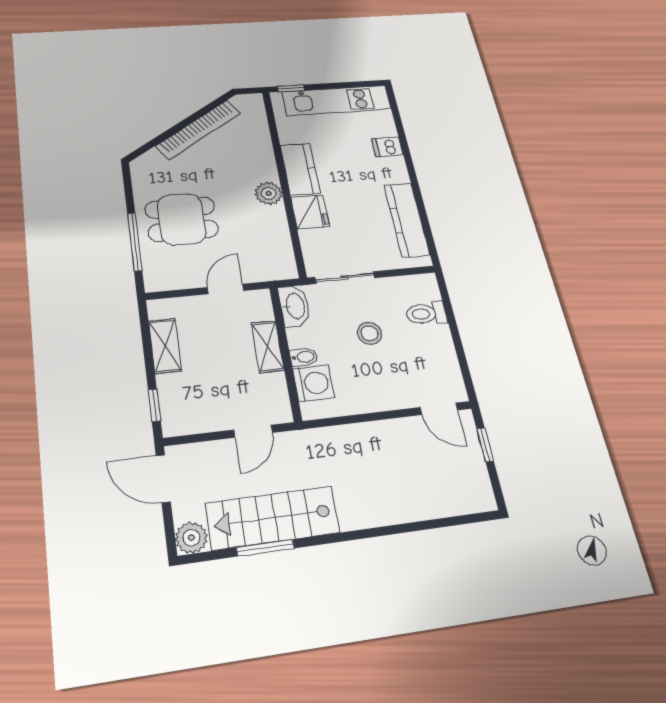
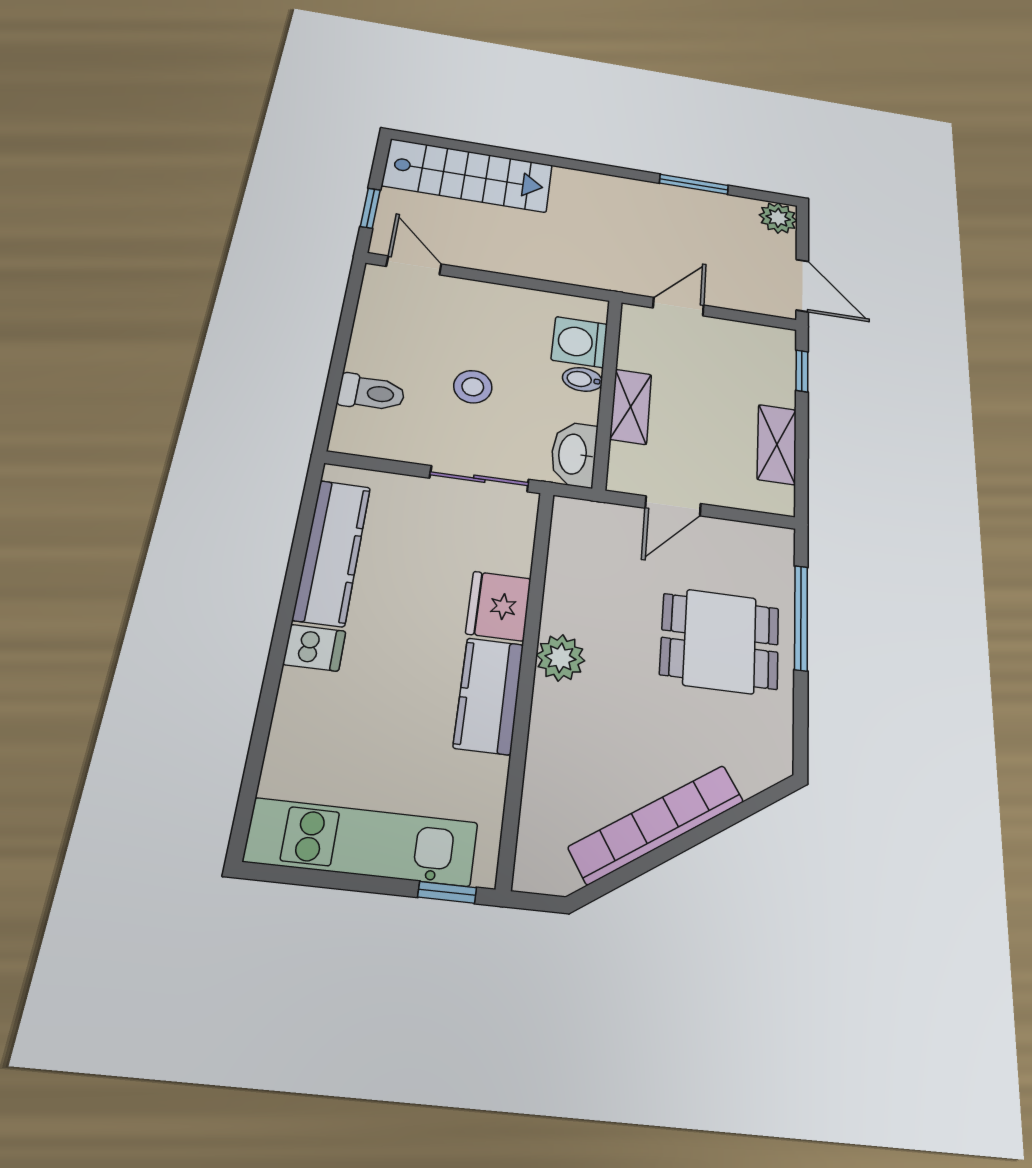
dishwasher: (387, 147) -> (314, 648), moved
stairs: (273, 518) -> (468, 175), moved

